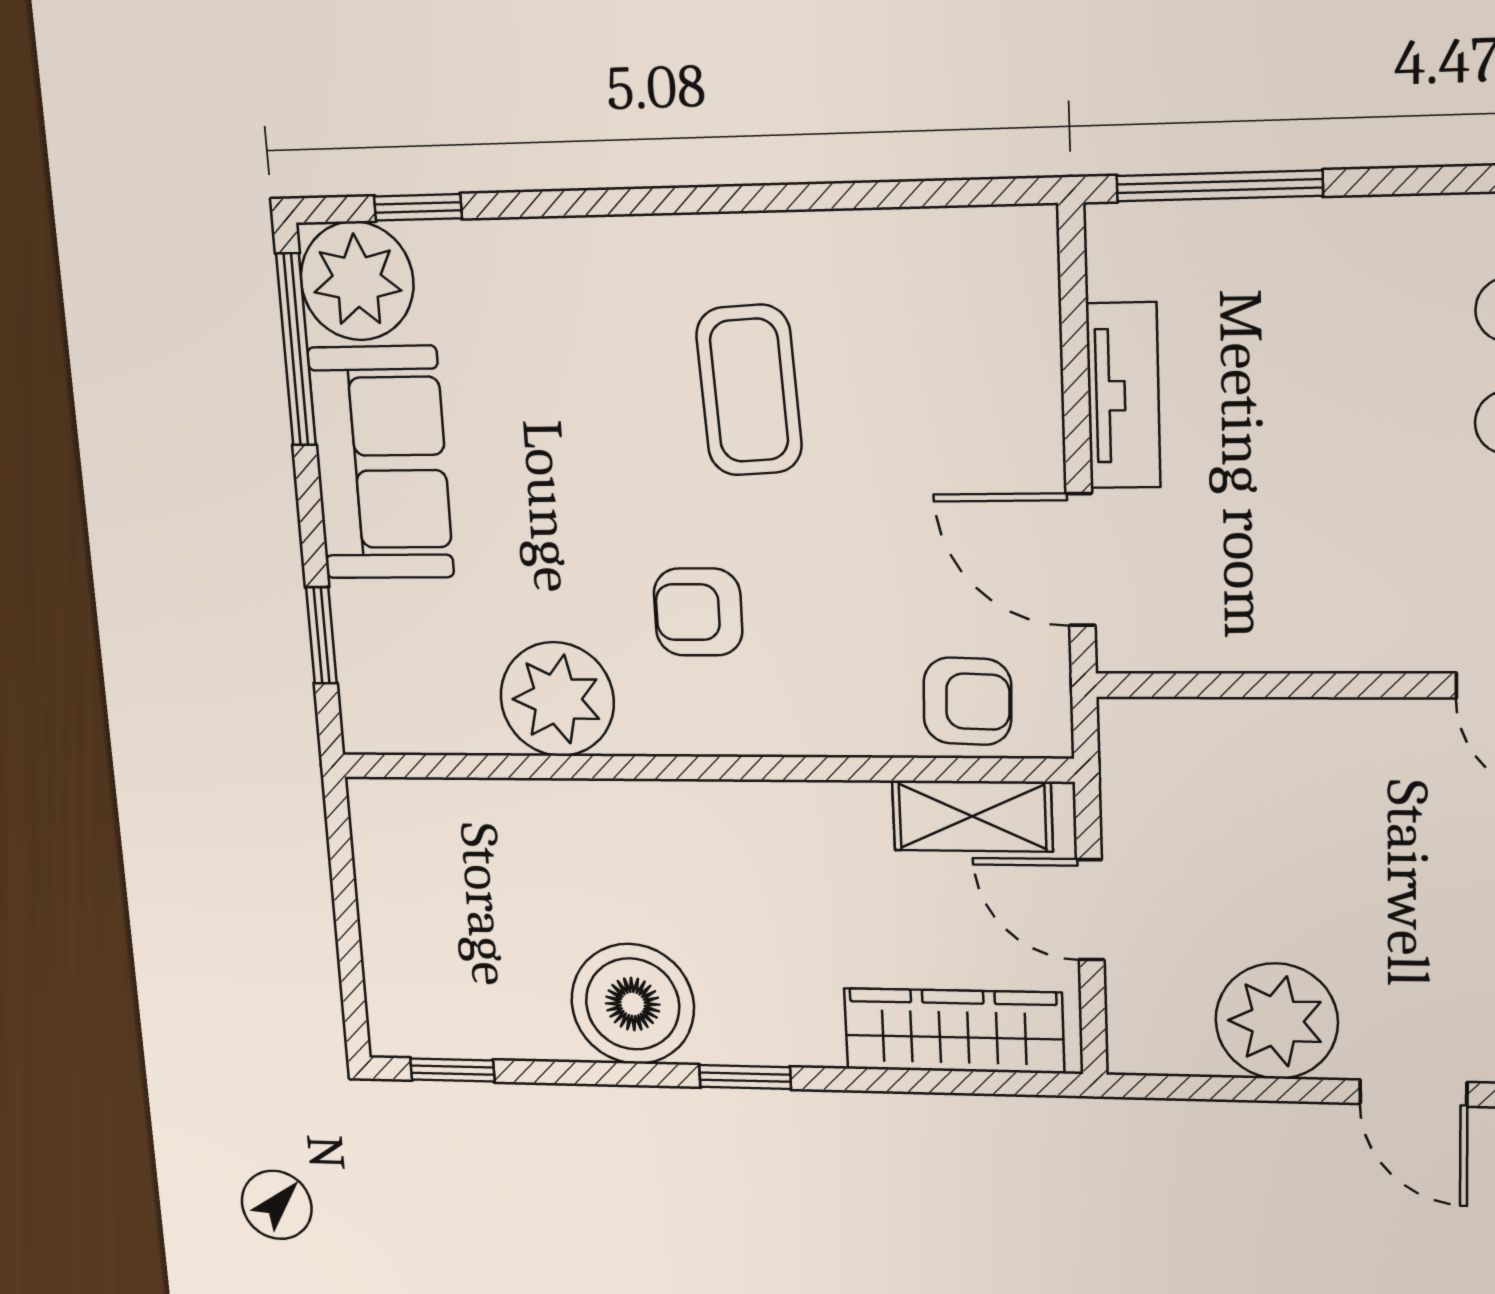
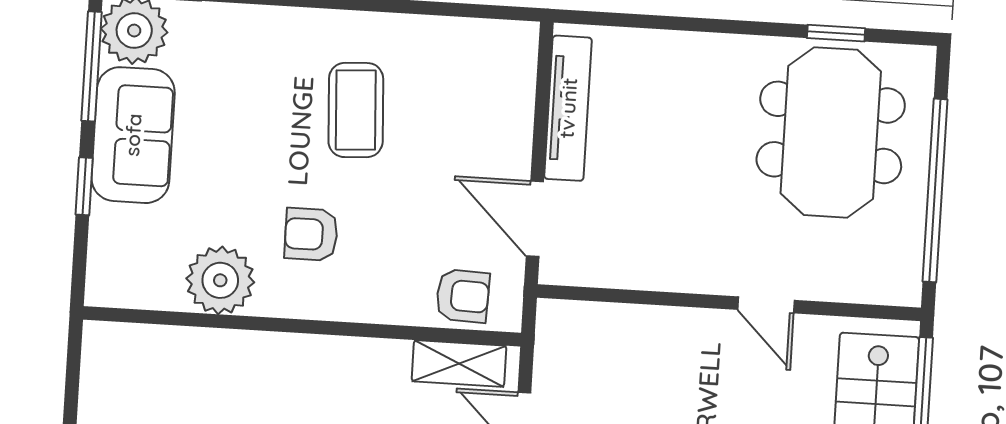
window: (1219, 186) -> (628, 20), removed
tv unit: (1123, 396) -> (568, 108), width x1.41
window: (321, 635) -> (84, 186), moved

